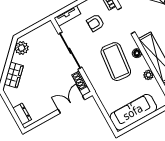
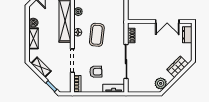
coffee table: (116, 62) -> (97, 35), width x0.73, depth x0.76
double door: (71, 105) -> (167, 21), moved

